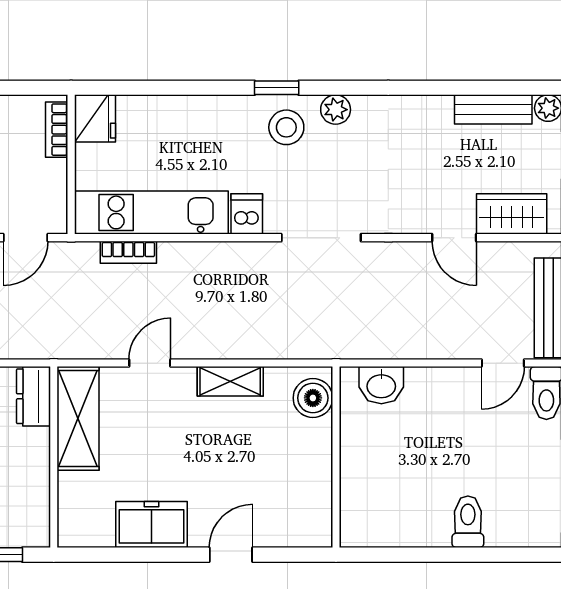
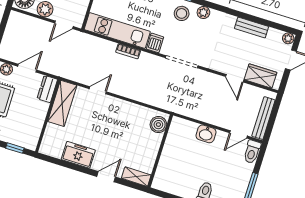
bench: (493, 109) -> (252, 28), moved
bookcase: (128, 252) -> (128, 51), moved
shelving: (230, 381) -> (136, 177), moved
washbasin: (381, 385) -> (206, 134), moved

